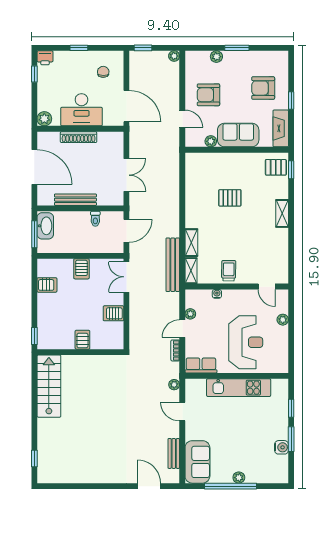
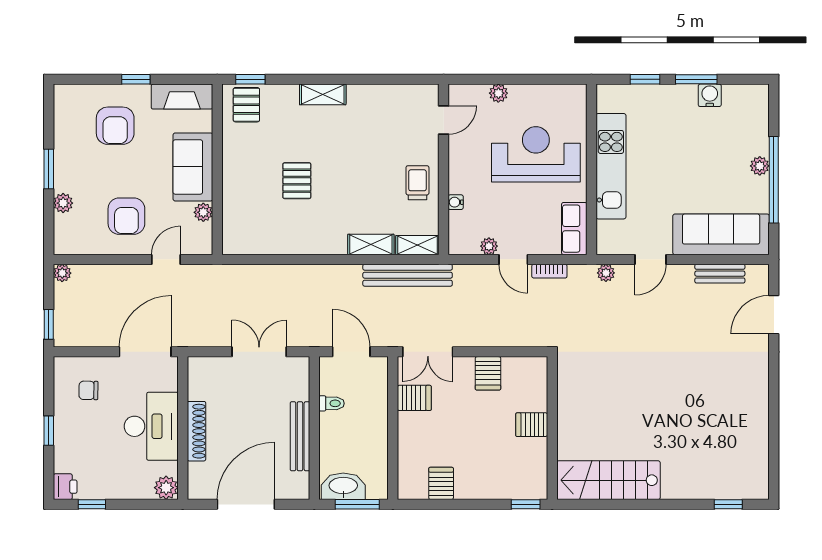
server rack: (81, 269) -> (414, 398), moved
trolley: (229, 271) -> (417, 183), turned 89
sofa: (197, 462) -> (721, 234), width x1.36

